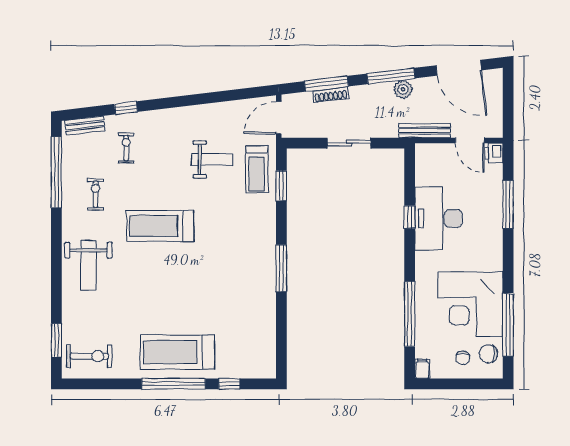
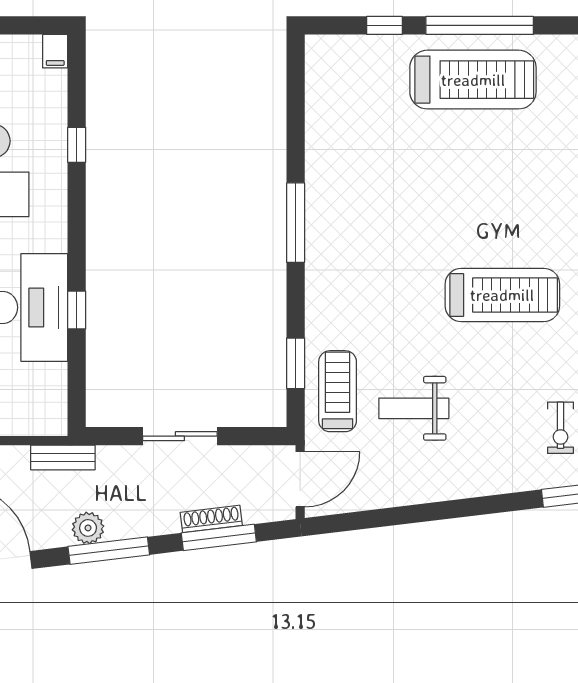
bench: (425, 131) -> (63, 458), width x0.73
window: (410, 314) -> (77, 145), width x0.32

